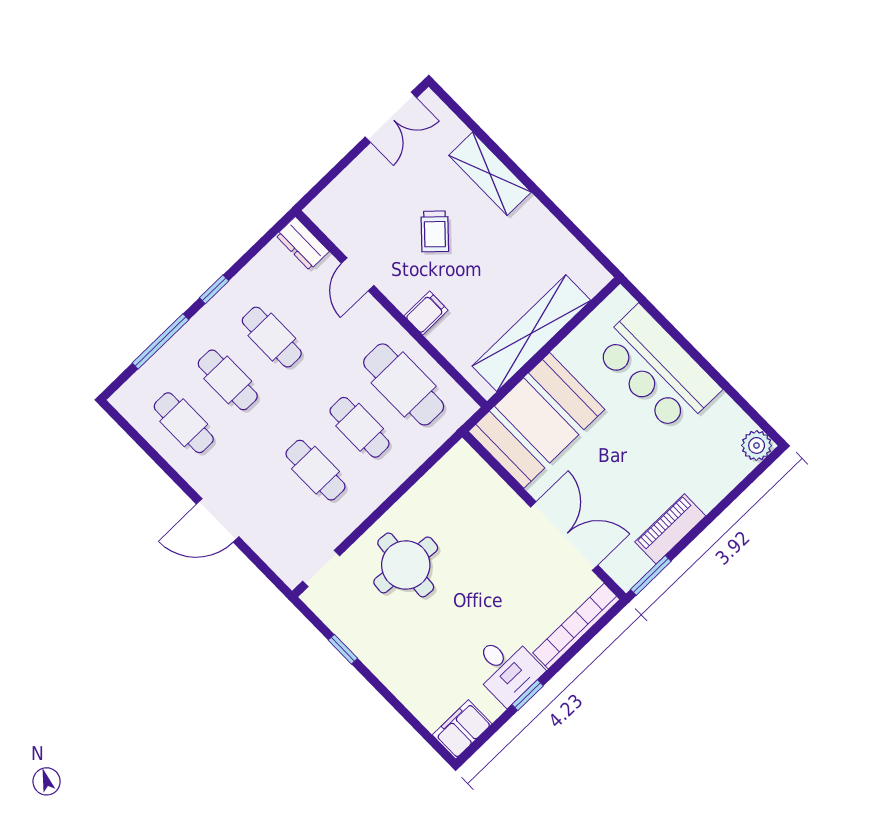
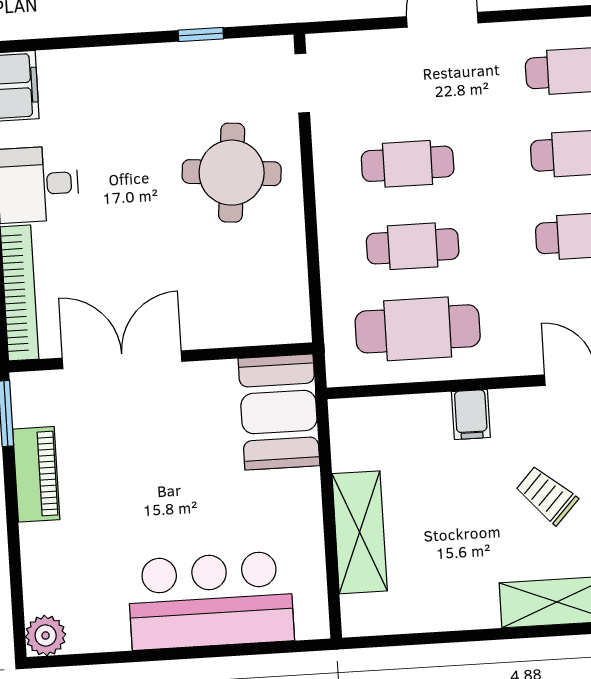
shelving: (531, 333) -> (360, 532), width x0.68
booth: (537, 420) -> (279, 412), width x0.73, depth x0.70
double door: (564, 536) -> (122, 360), swing flipped

